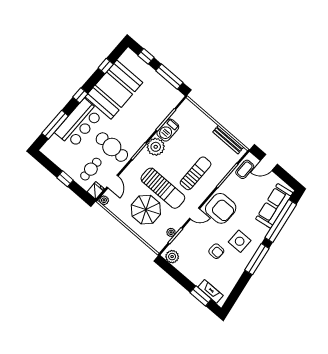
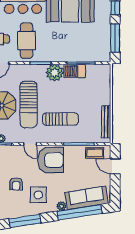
armchair: (221, 208) -> (51, 160), turned -90
plant: (264, 231) -> (61, 206), added
window: (257, 259) -> (25, 221), moved

